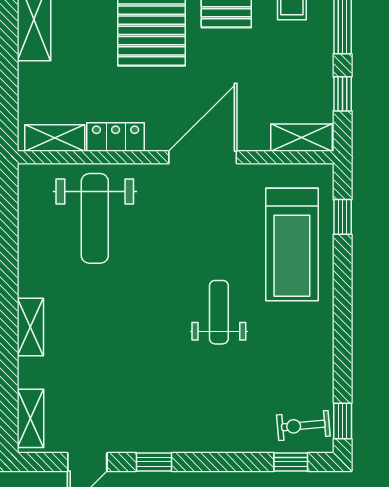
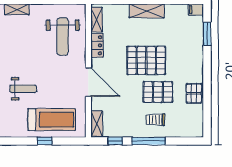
window: (343, 217) -> (45, 141), moved
weight bench: (95, 218) -> (63, 37), turned -90
treadmill: (292, 244) -> (52, 120), turned 180

